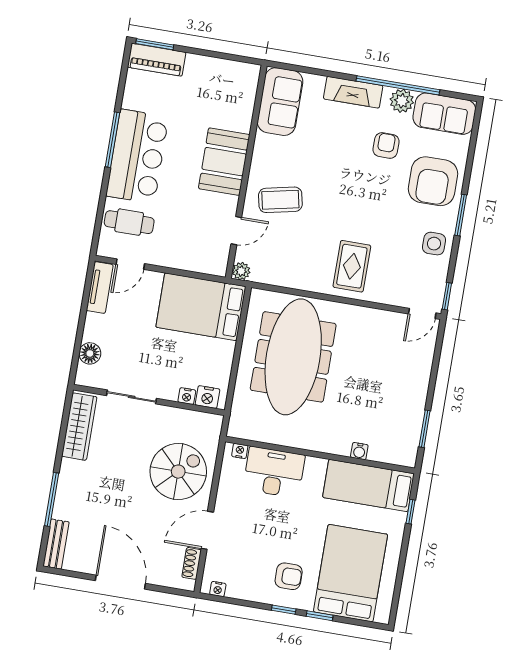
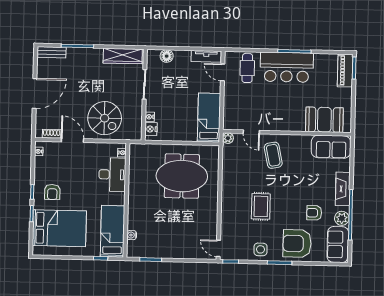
armchair: (386, 146) -> (314, 213), turned 180
booth: (224, 162) -> (324, 120), moved
rug: (352, 266) -> (261, 206), moved, turned 90
bed: (201, 307) -> (209, 118), width x0.67
meeting table: (293, 357) -> (182, 176), width x0.73
water cooler: (359, 451) -> (132, 235), moved

